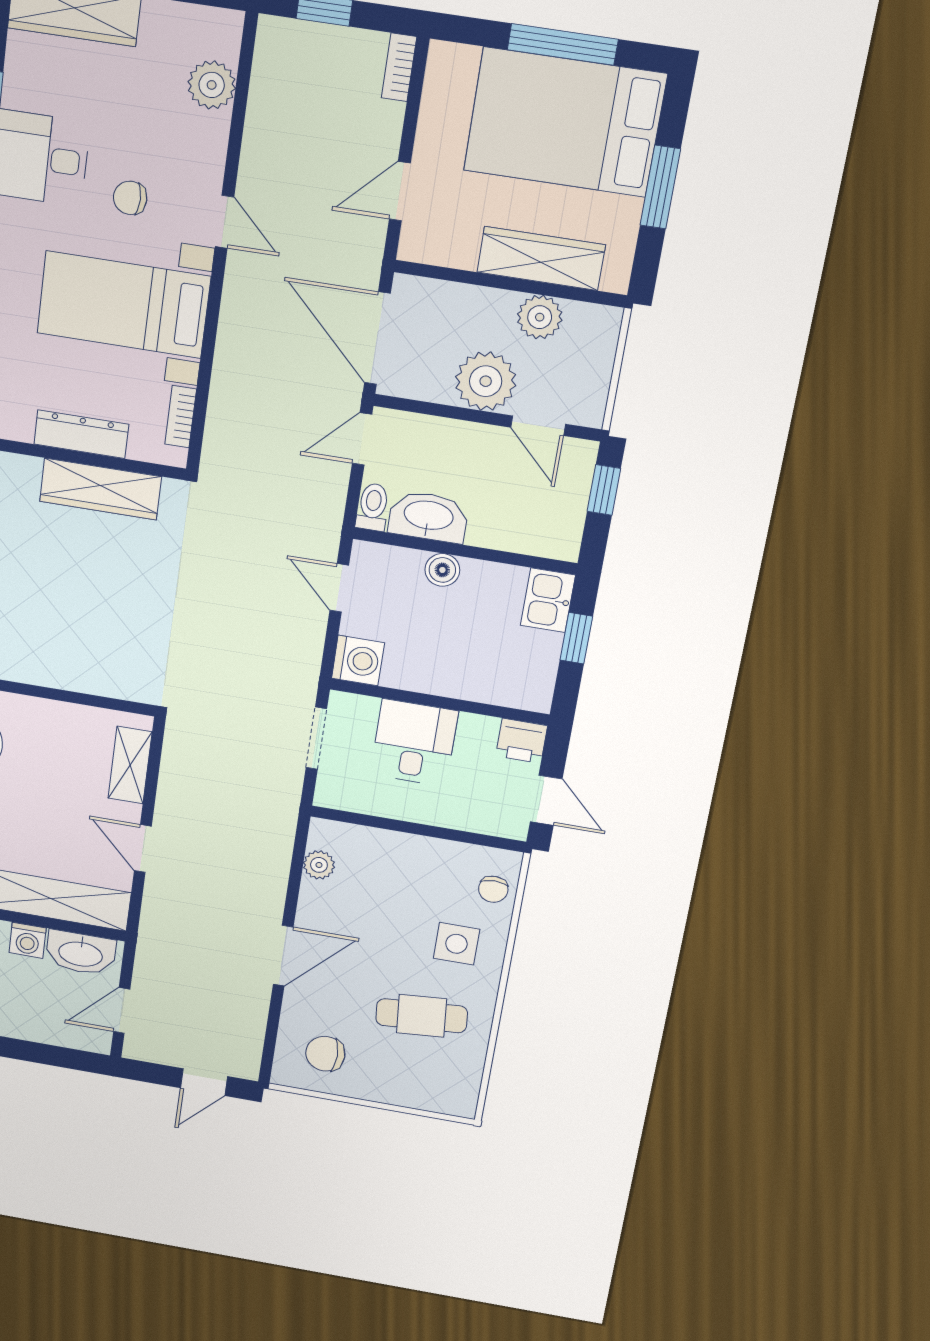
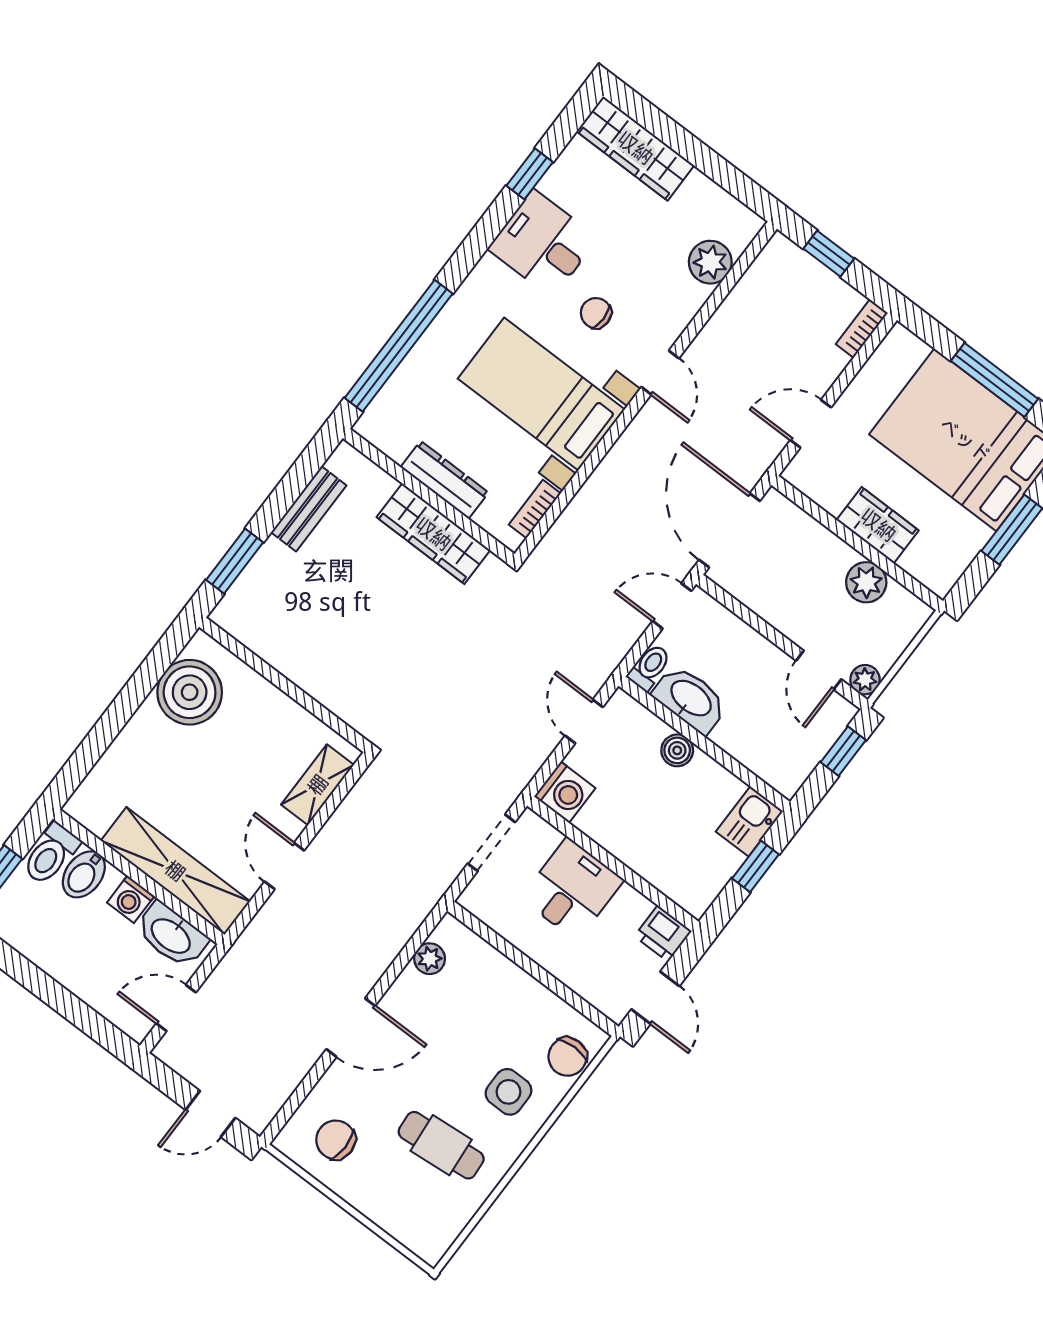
wardrobe: (541, 258) -> (878, 525), width x0.67
plant: (486, 381) -> (865, 680), moved, width x0.53, depth x0.53
chair: (493, 889) -> (567, 1057), width x1.37, depth x1.37

